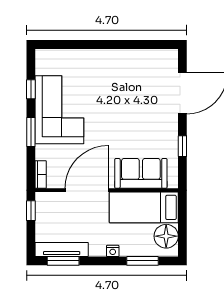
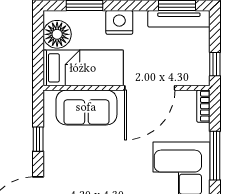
window: (31, 132) -> (215, 156), width x1.44
nightstand: (113, 251) -> (119, 22), width x1.89, depth x1.79

